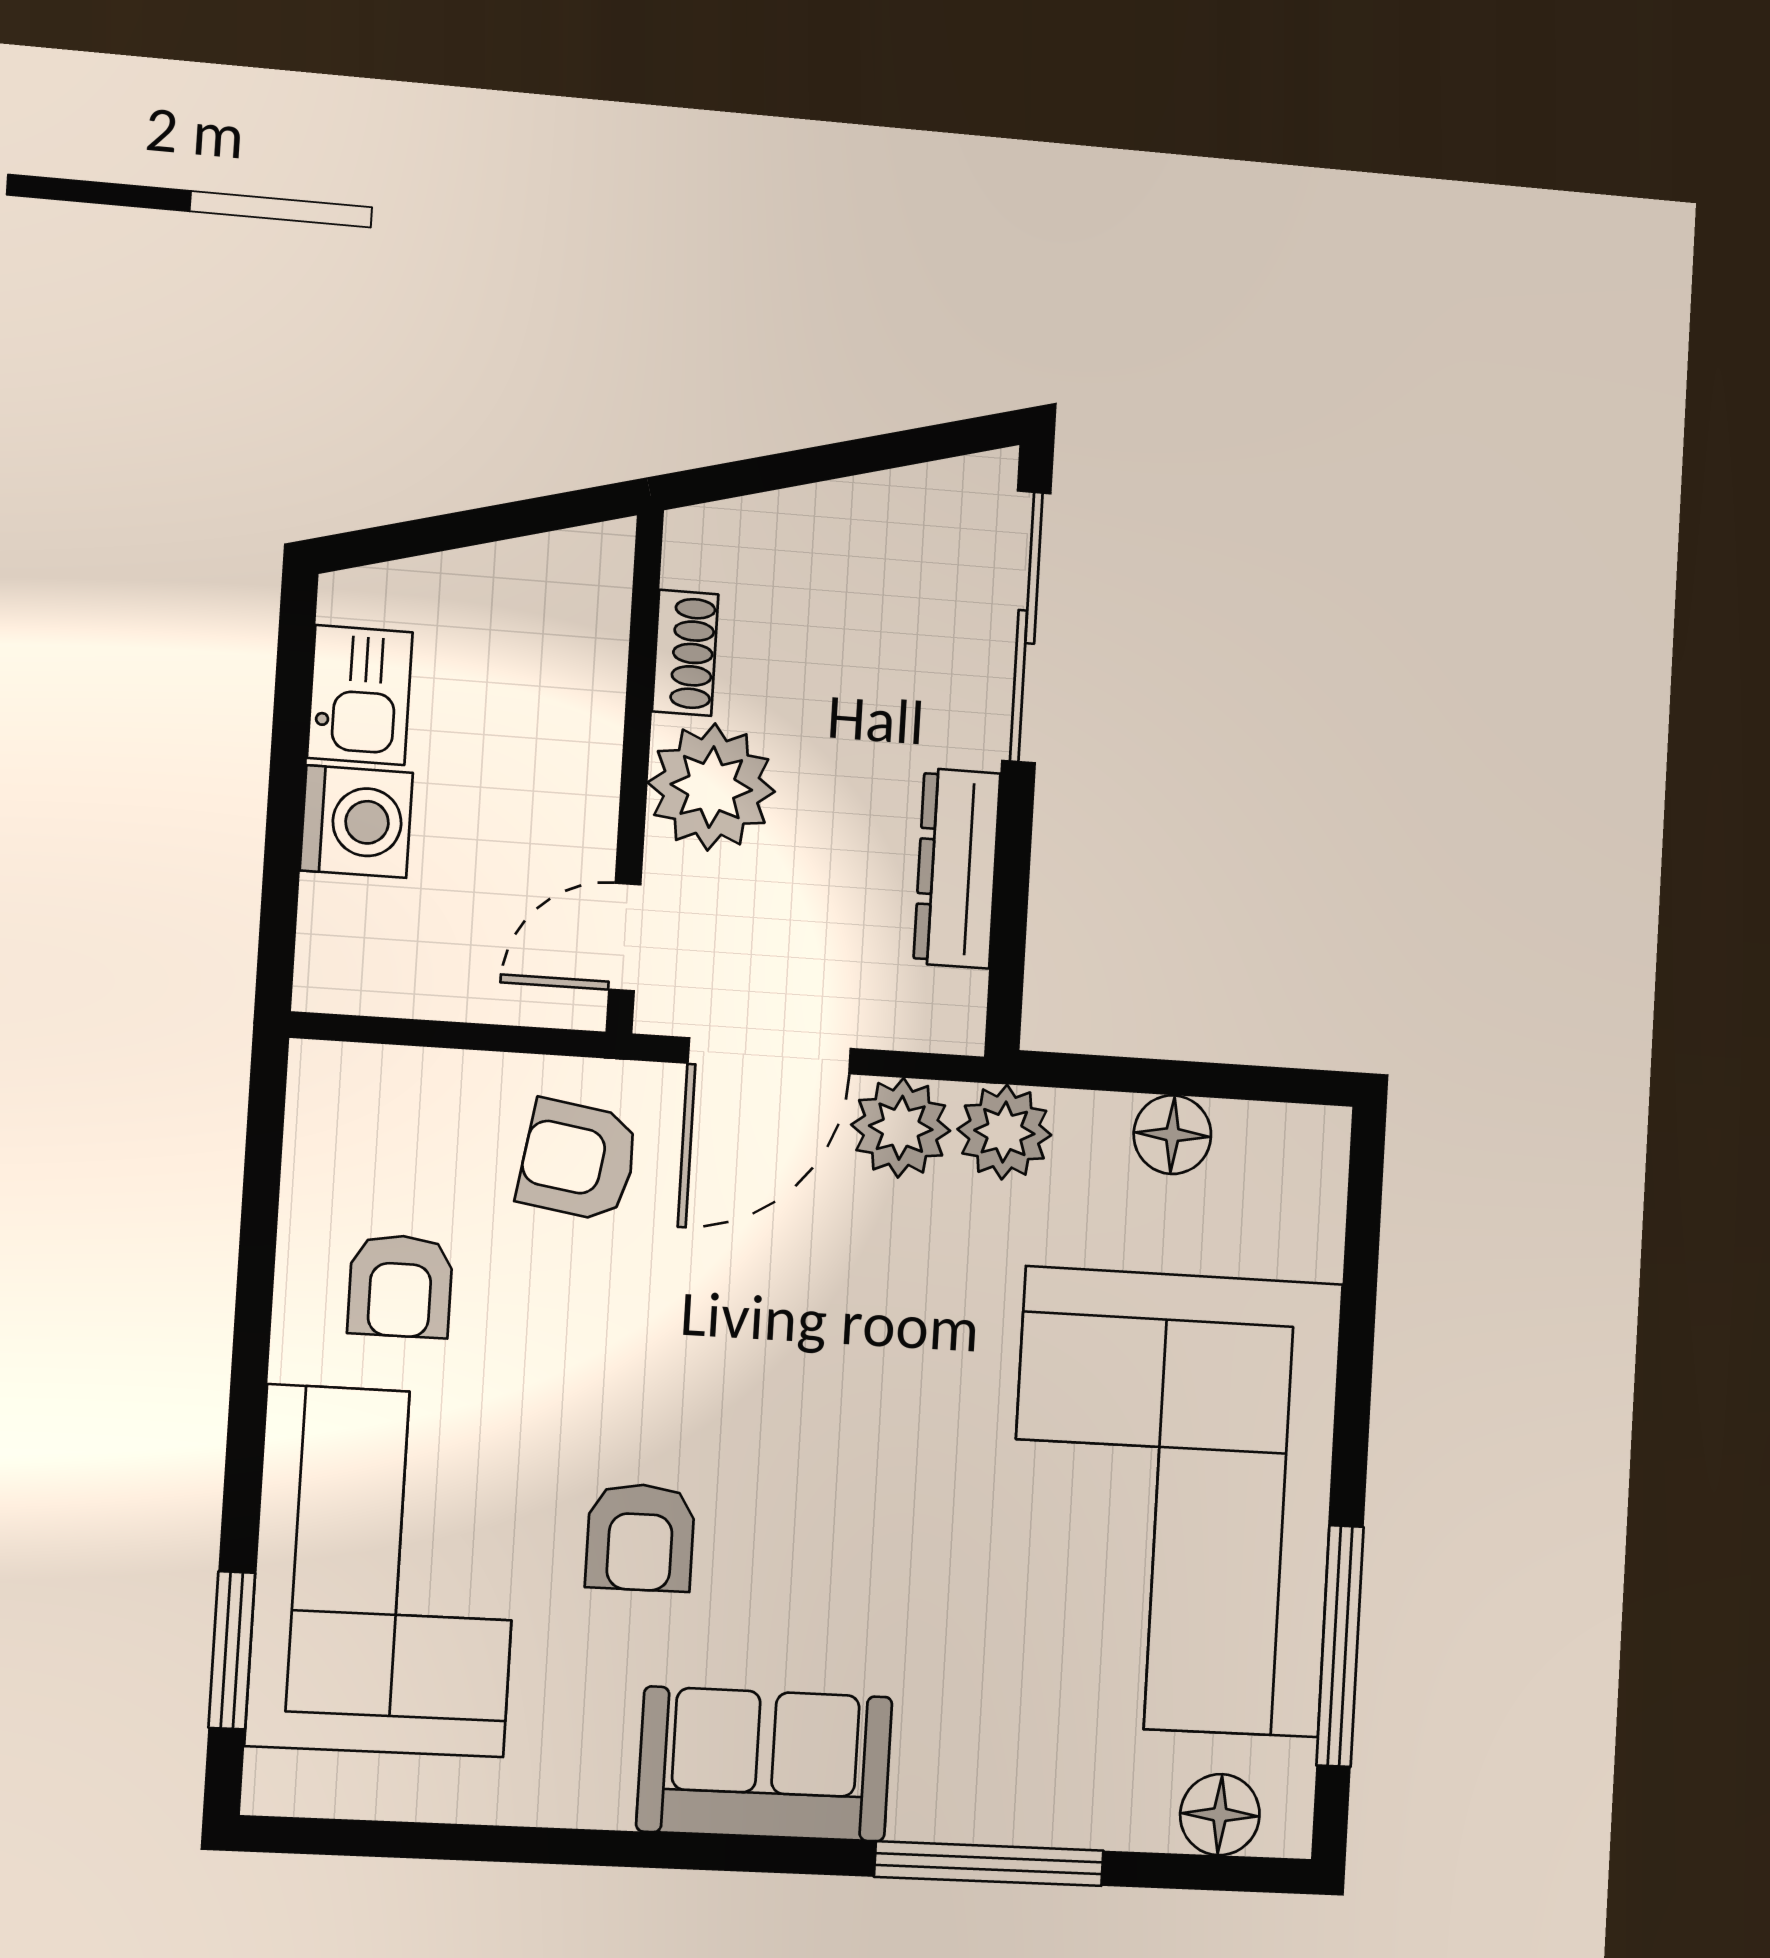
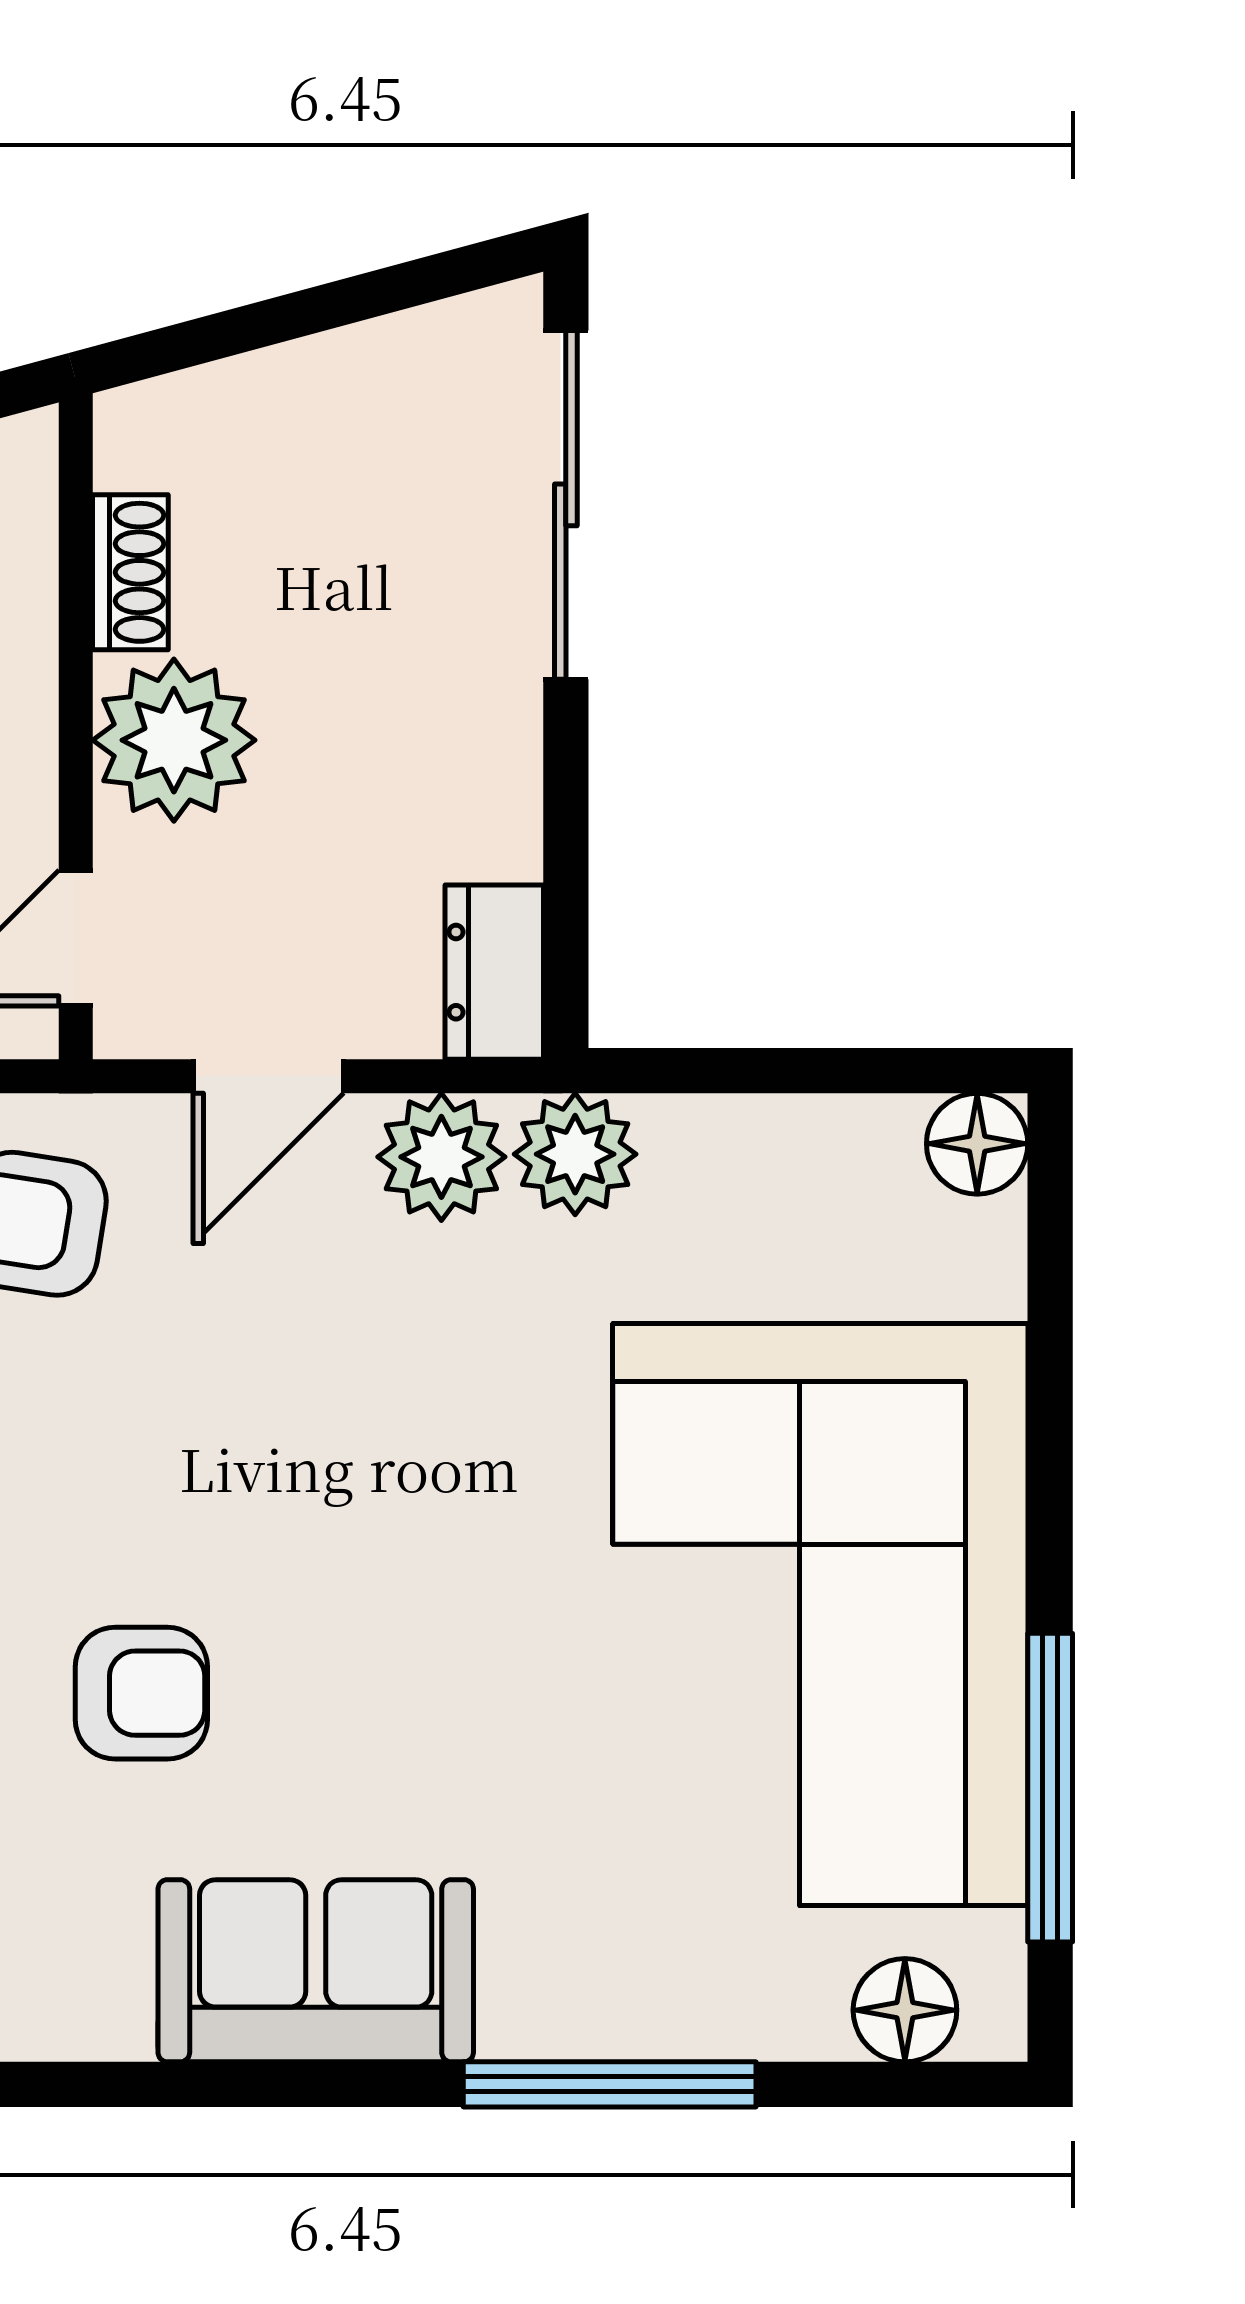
dresser: (957, 868) -> (494, 972), moved, width x0.70
door: (769, 1056) -> (268, 1076), width x0.73
floor lamp: (1172, 1135) -> (977, 1144), moved
armchair: (640, 1537) -> (141, 1693), turned -90

